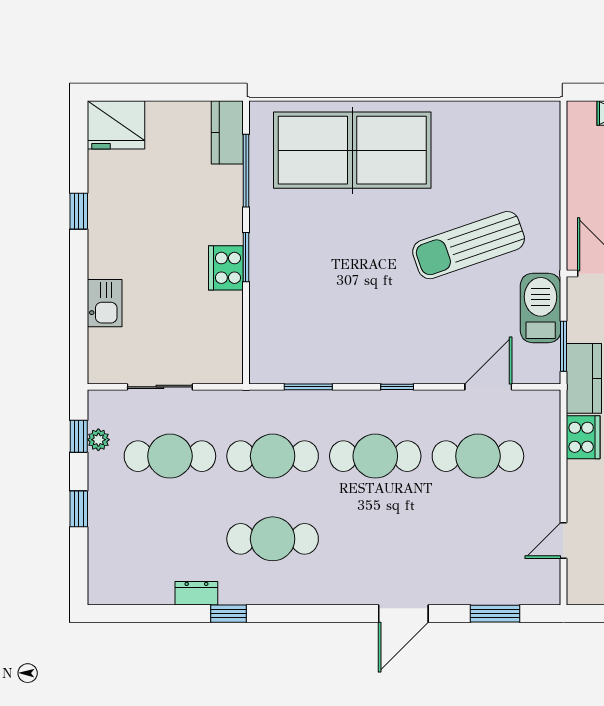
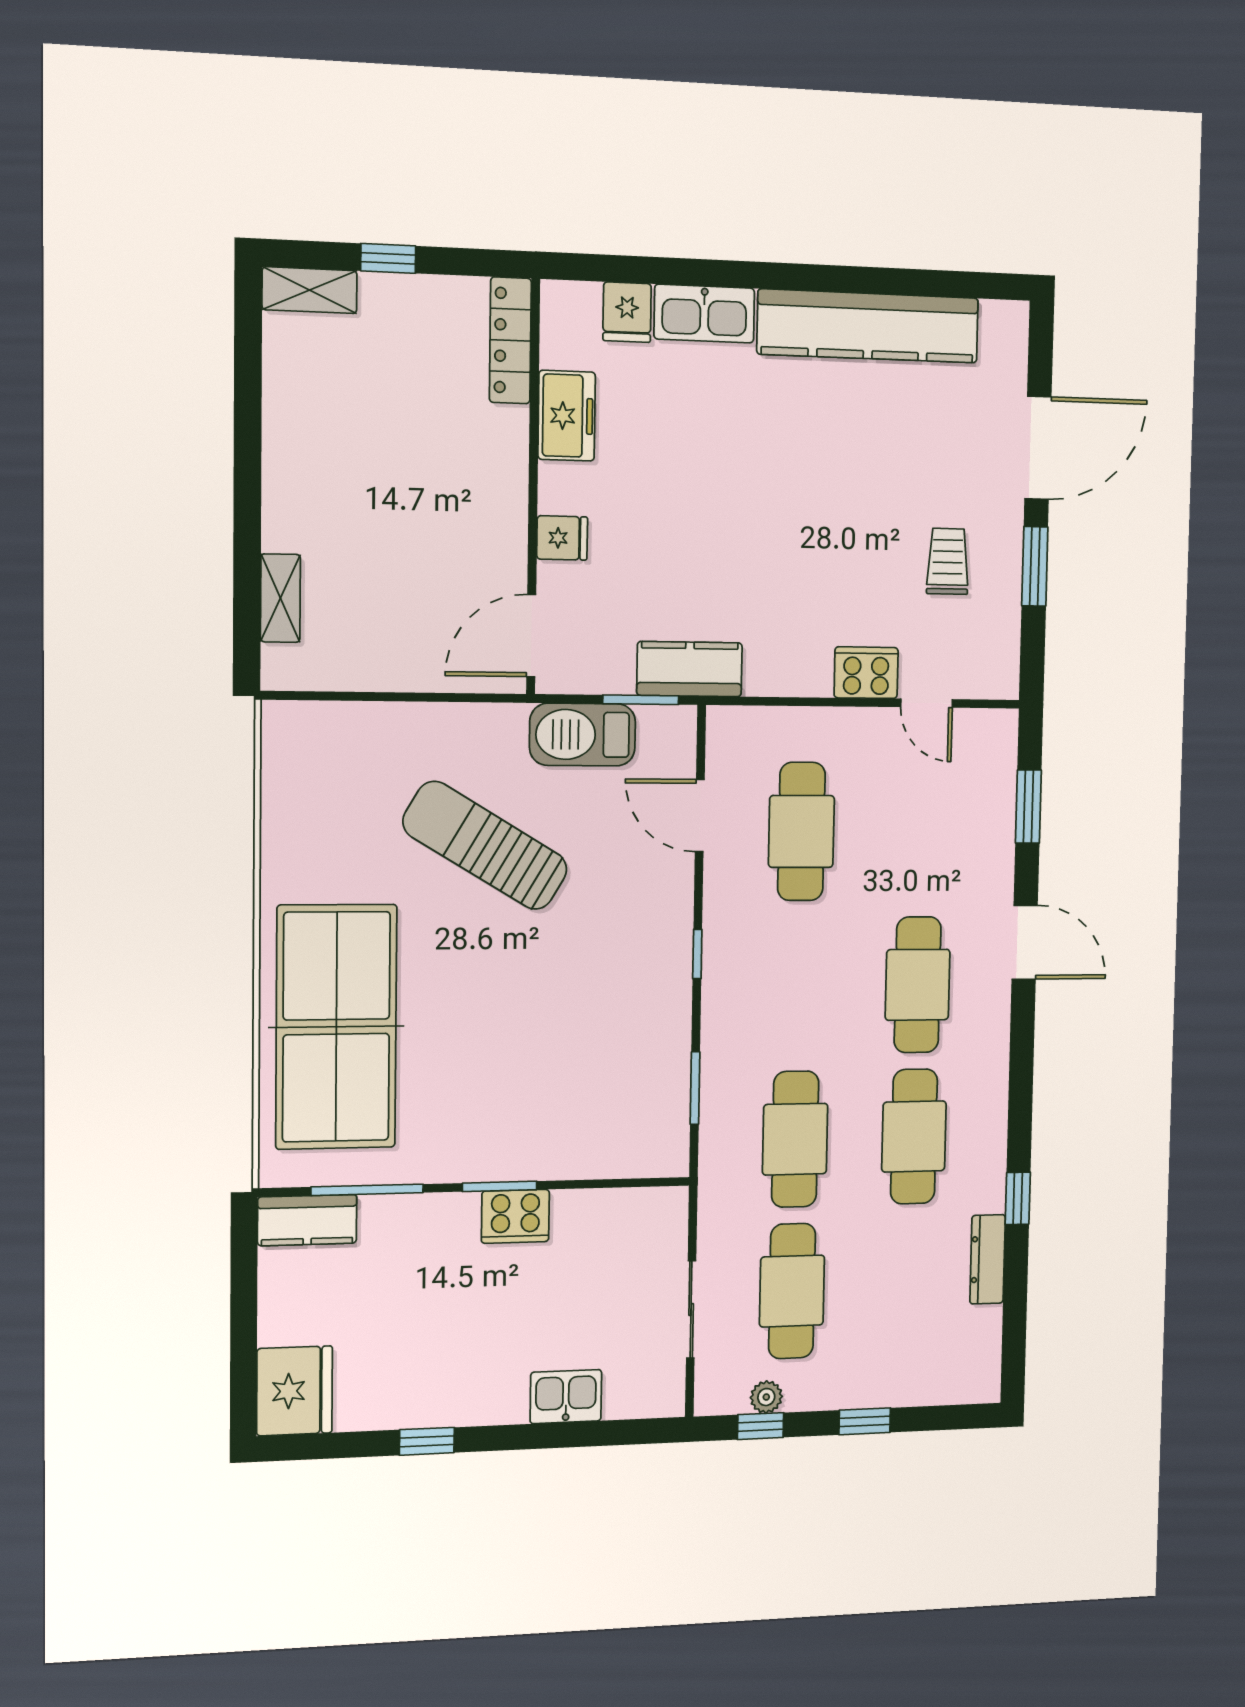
sun lounger: (469, 245) -> (485, 846), turned 140
cooker: (583, 437) -> (866, 673), moved
cafe table: (375, 456) -> (918, 985), moved
dresser: (196, 593) -> (988, 1259), width x1.44

